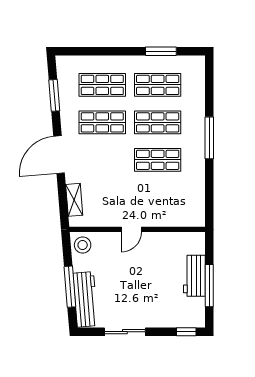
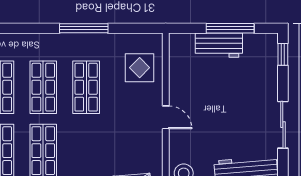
window: (209, 138) -> (84, 28), moved
display table: (175, 206) -> (140, 68), added

